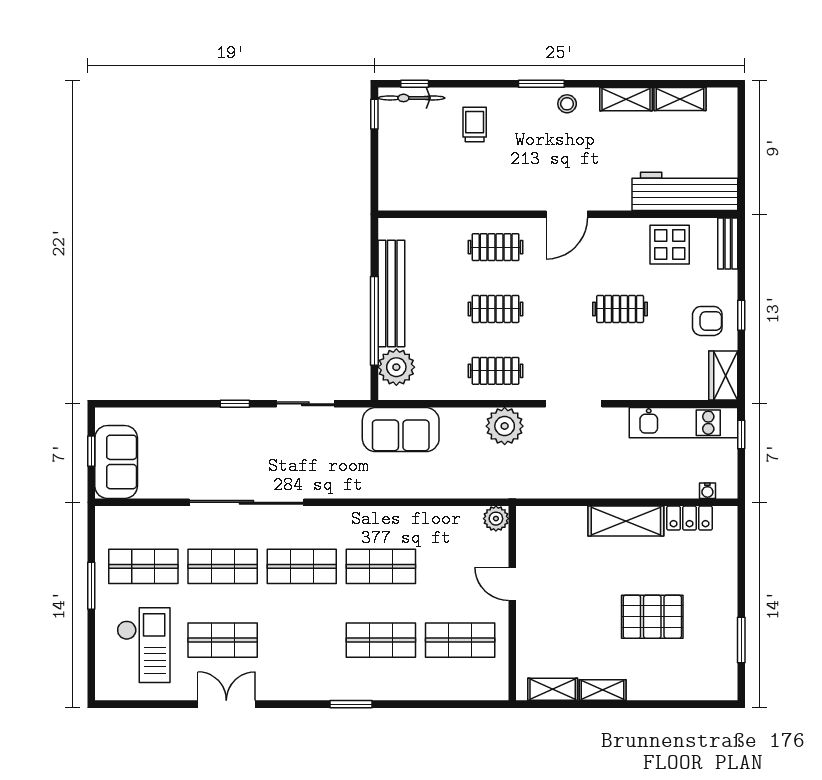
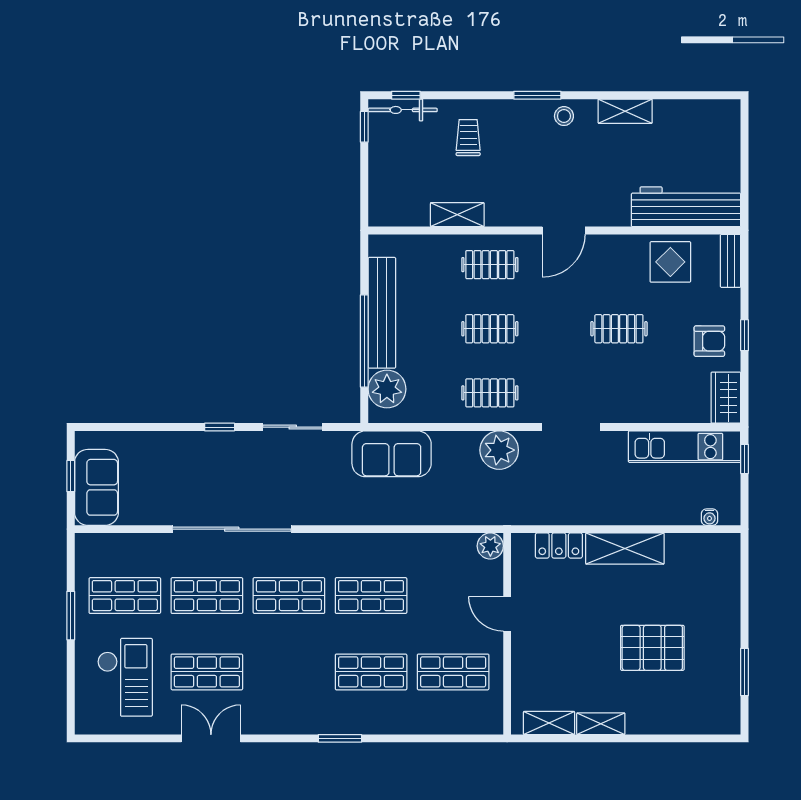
shelving: (680, 99) -> (457, 215), moved
locker: (690, 518) -> (559, 545), moved

